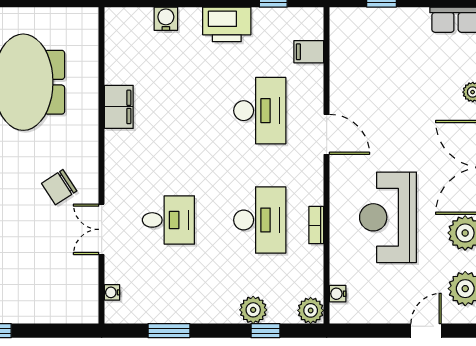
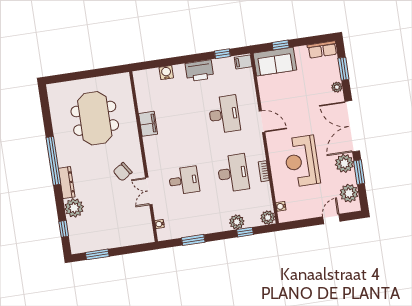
sofa: (367, 29) -> (275, 62), added
filing cabinet: (309, 52) -> (243, 62), moved

